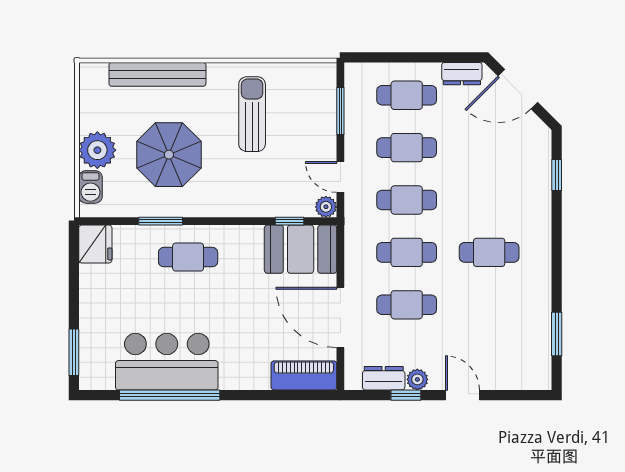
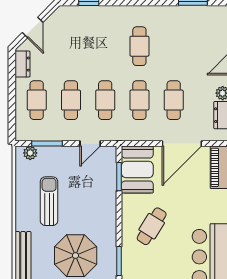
door: (518, 89) -> (33, 27), width x0.73
sun lounger: (252, 114) -> (49, 201), turned 90
plant: (326, 207) -> (30, 153), moved
window: (289, 221) -> (119, 177), width x1.50
cafe table: (188, 257) -> (152, 226), moved, turned 32

